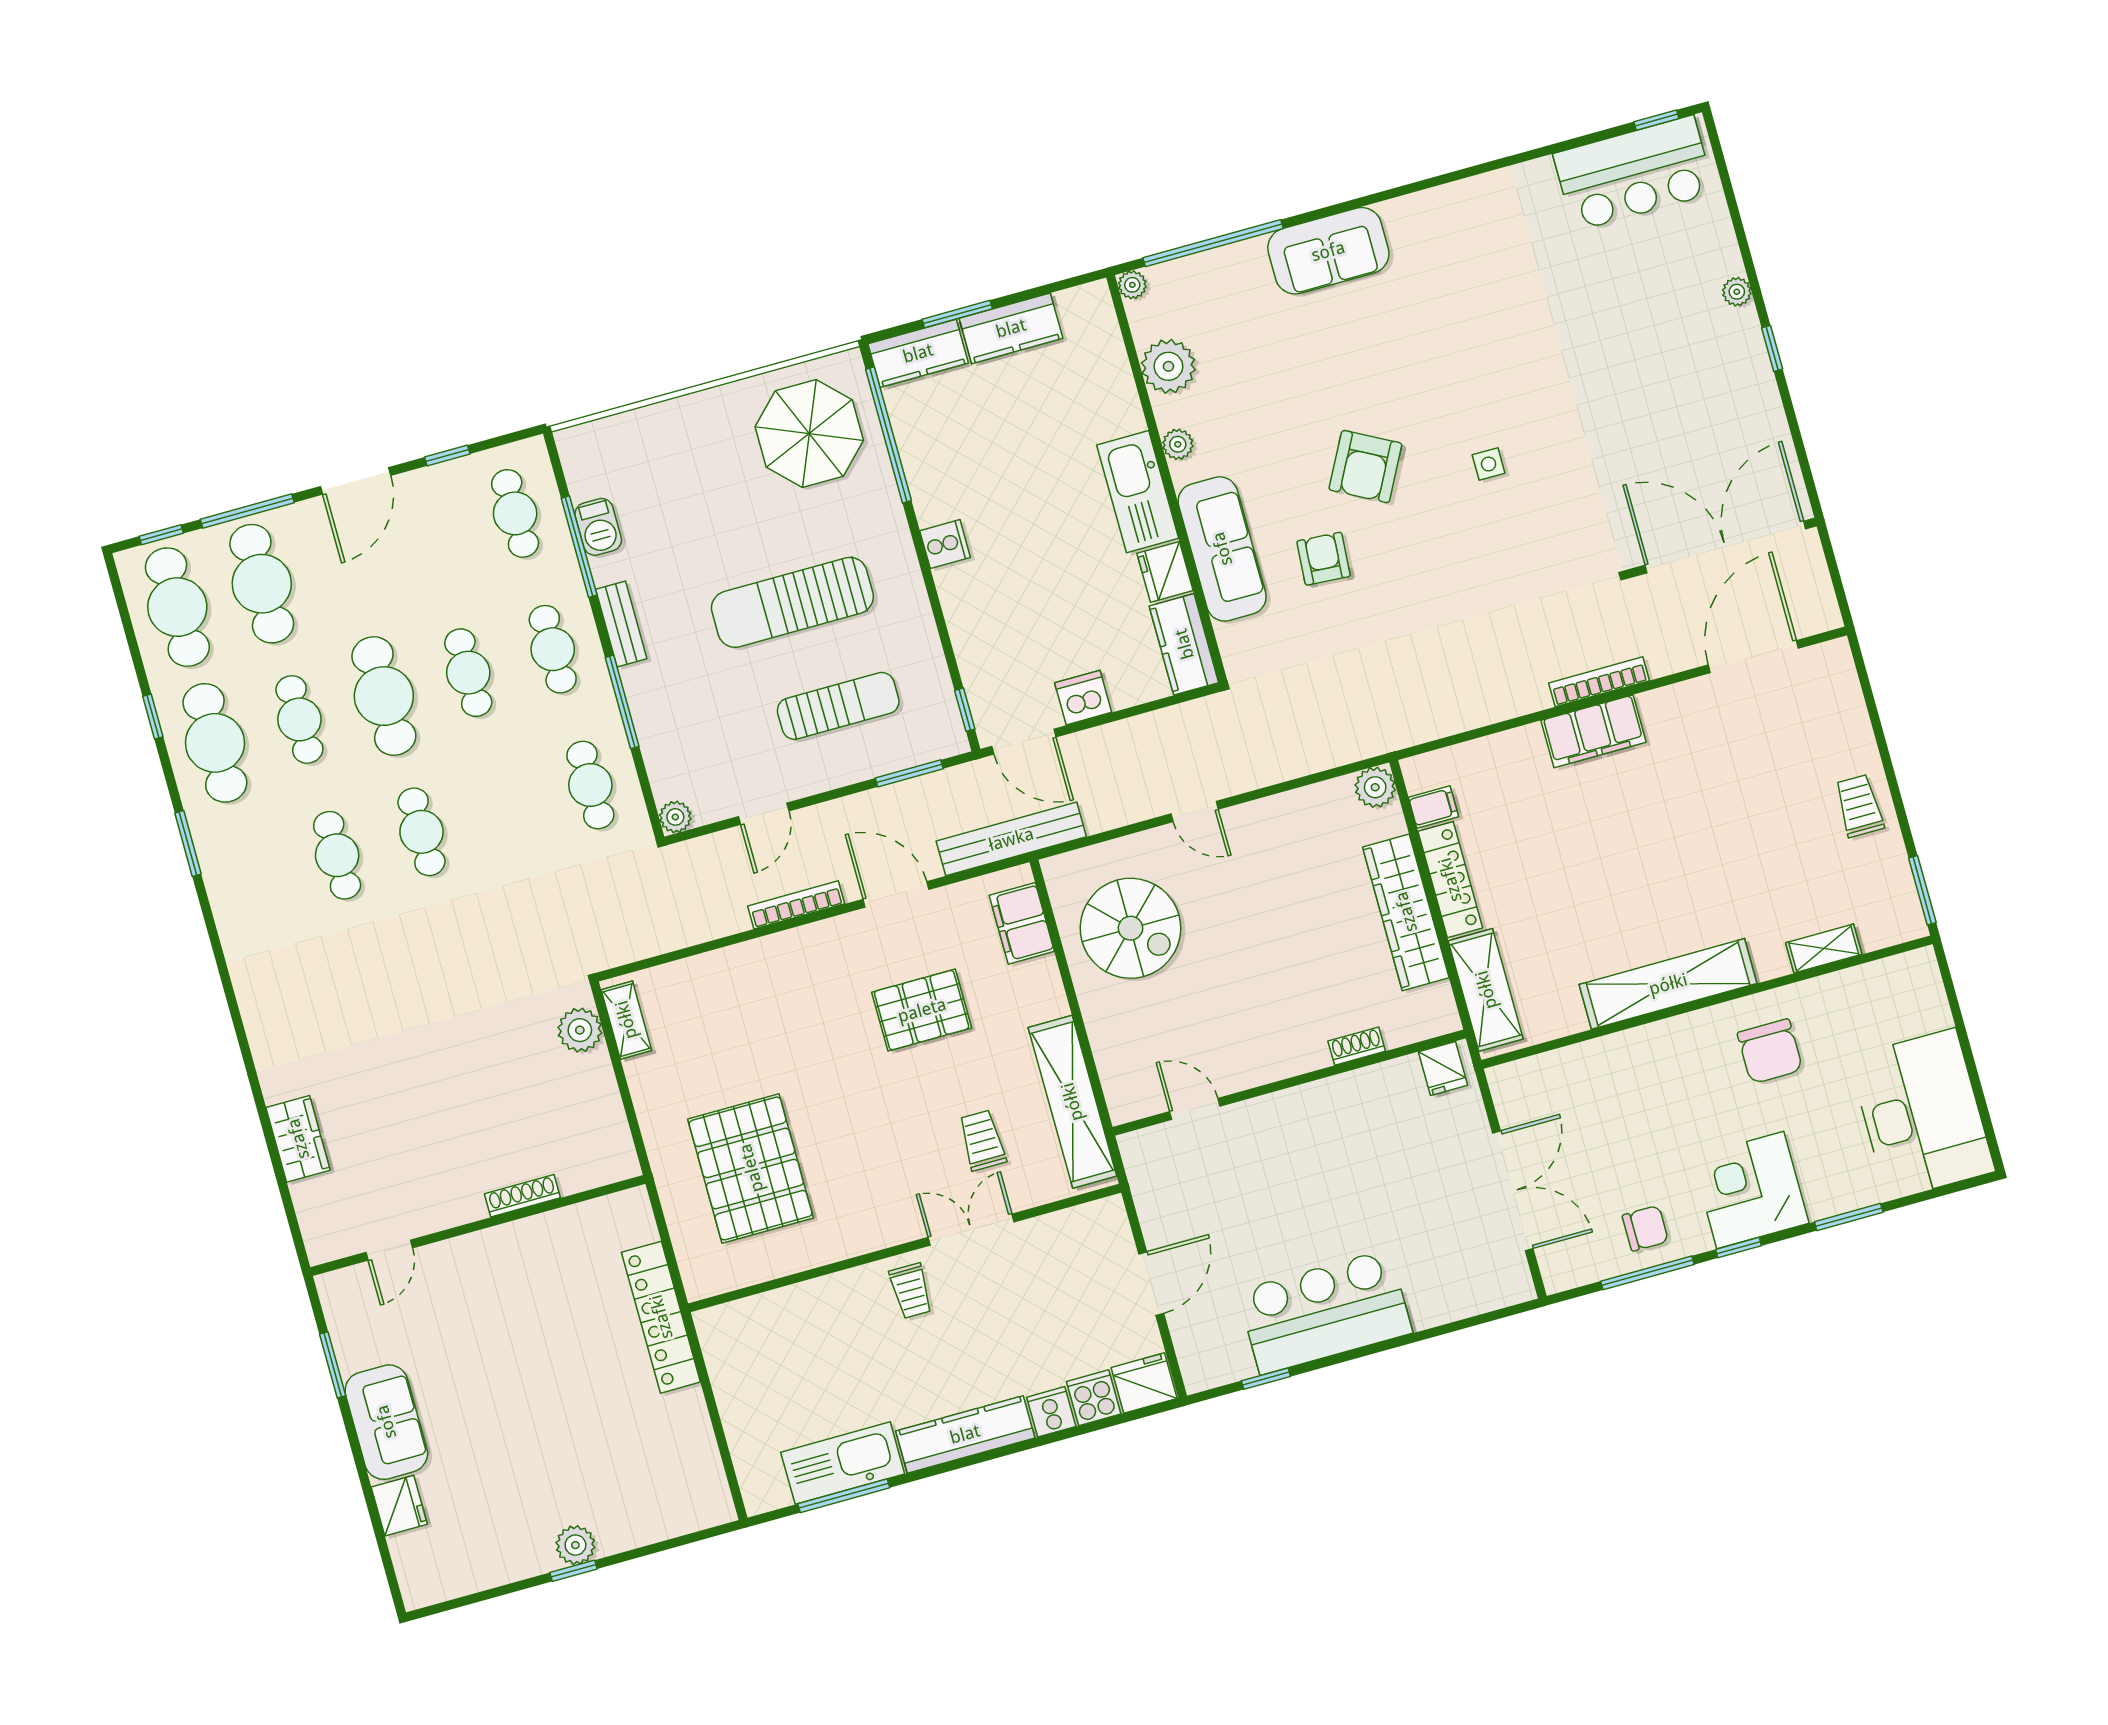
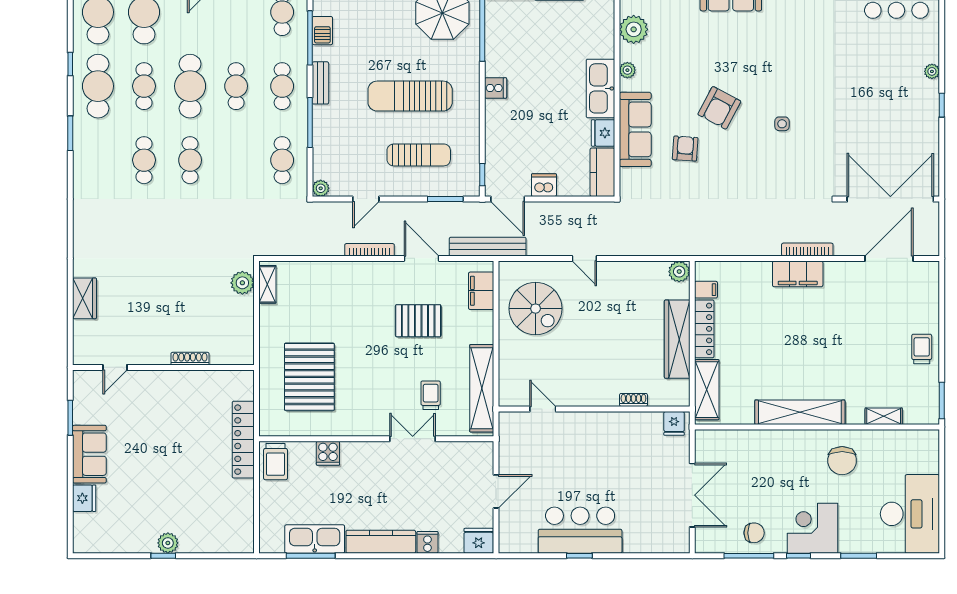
trolley: (911, 1291) -> (276, 462), moved, width x1.36, depth x1.39
window: (1266, 1379) -> (579, 556), moved
cooker: (1094, 1398) -> (328, 453), moved, turned 180

